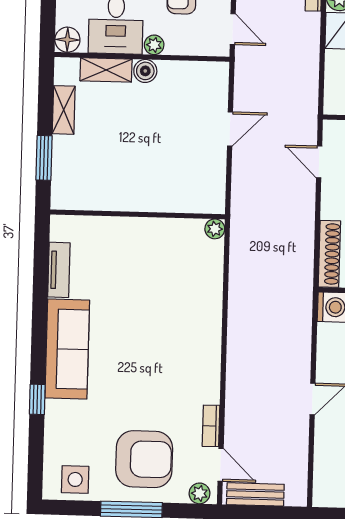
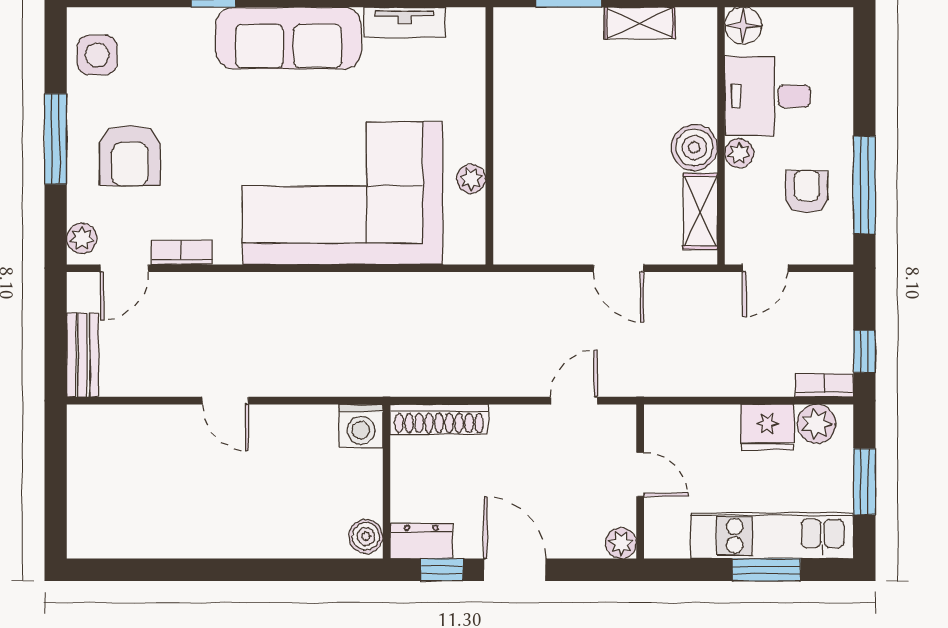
shelving: (106, 70) -> (700, 211), moved
boiler: (145, 71) -> (694, 147), width x1.36, depth x1.36
plant: (215, 229) -> (471, 179), moved
corner sofa: (174, 315) -> (343, 193), added
armchair: (144, 459) -> (130, 155), width x0.73, depth x0.73
bench: (255, 494) -> (83, 355), moved

